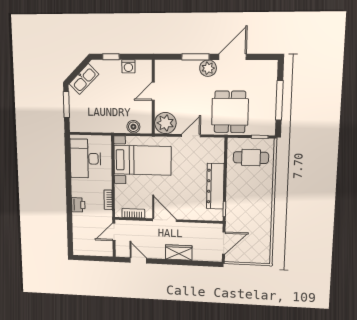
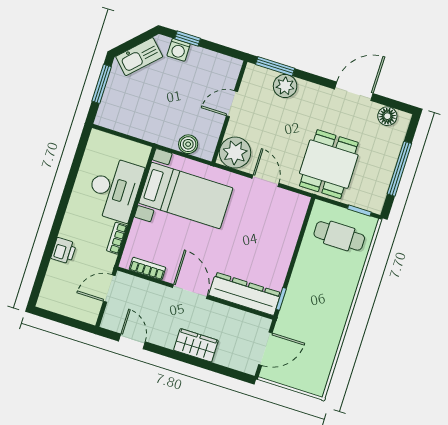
window: (195, 57) -> (275, 66), moved
washing machine: (128, 66) -> (179, 50), moved
floor lamp: (261, 67) -> (387, 116), added
plant: (208, 68) -> (285, 86), moved
door: (191, 136) -> (265, 181), hinge flipped
desk: (85, 159) -> (114, 189), moved, turned 180
dresser: (215, 186) -> (245, 294), moved, turned 90
printer: (78, 205) -> (64, 251), moved

